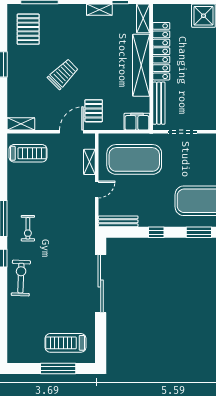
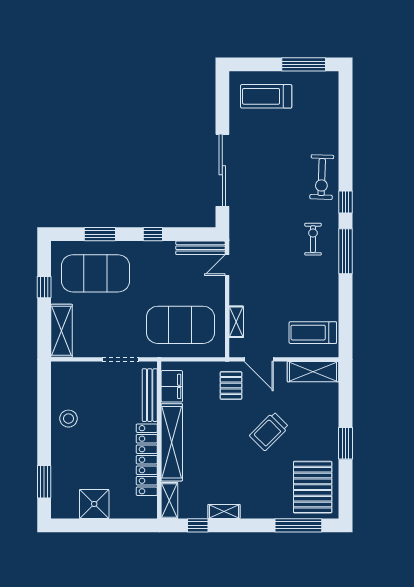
pallet: (28, 29) -> (313, 487), width x1.37, depth x1.41
filing cabinet: (137, 122) -> (172, 386), moved, turned -90
shelving: (21, 124) -> (313, 372), width x1.50, depth x1.33
door: (71, 132) -> (259, 359), hinge flipped
door: (97, 189) -> (227, 265), moved
treadmill: (65, 343) -> (266, 96), turned 180
window: (58, 368) -> (304, 64), moved

